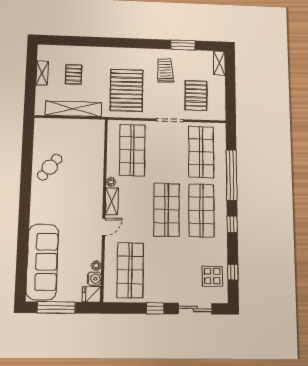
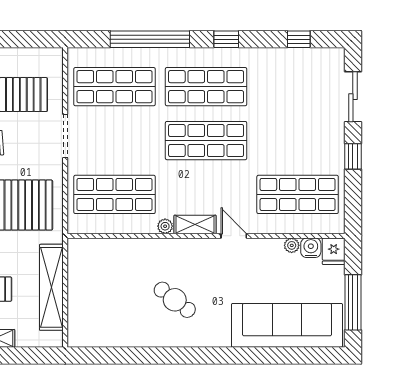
cafe table: (50, 167) -> (175, 300), moved
display table: (212, 276) -> (305, 71), removed

